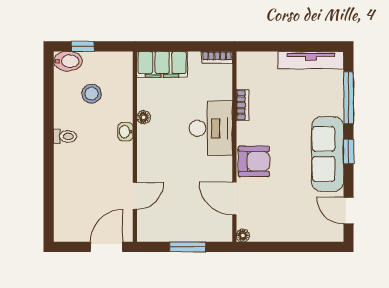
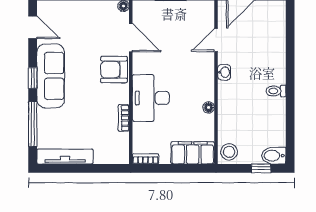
stool: (92, 94) -> (229, 152), moved
washbasin: (126, 132) -> (224, 72), moved

